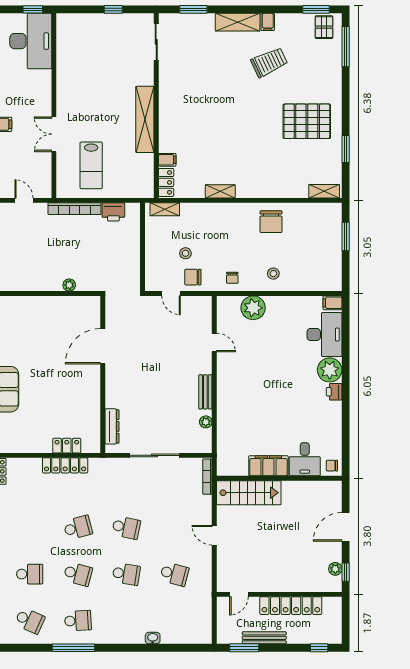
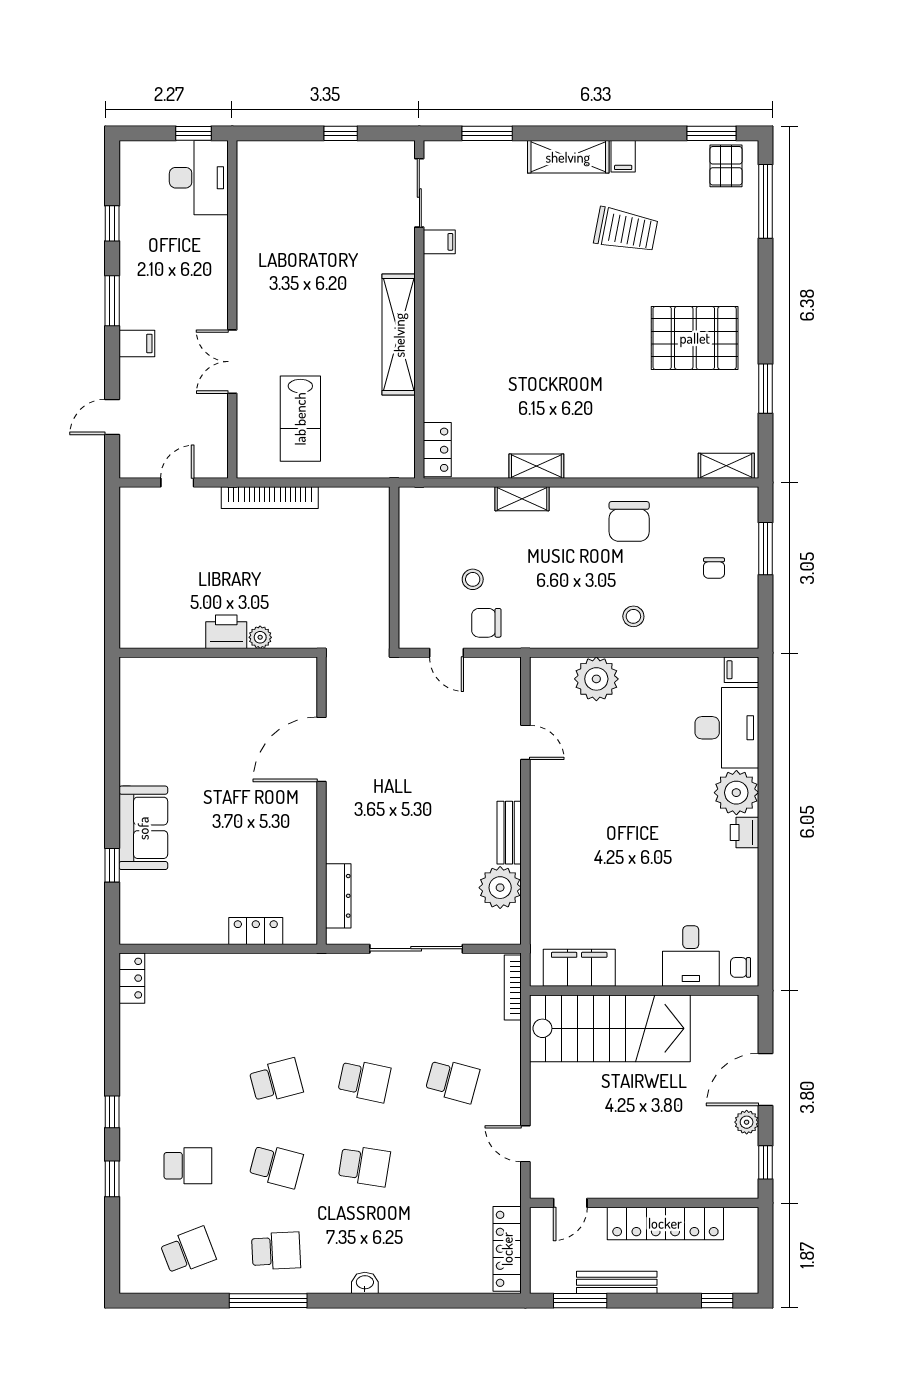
desk: (31, 41) -> (199, 178), width x0.73, depth x0.77
trolley: (269, 62) -> (626, 230), turned 36
filing cabinet: (167, 160) -> (439, 242), moved
door: (24, 200) -> (177, 482), hinge flipped
shelving: (165, 209) -> (522, 499), moved
printer: (113, 212) -> (226, 632), moved, turned 180
chair: (232, 278) -> (714, 568), moved
plant: (206, 422) -> (500, 888), width x1.87, depth x1.87
locker: (65, 465) -> (507, 1249), moved, turned 90
filing cabinet: (268, 466) -> (579, 968), moved
stairs: (249, 493) -> (610, 1028), width x1.36, depth x1.51
door: (214, 535) -> (525, 1144), moved
plant: (335, 569) -> (747, 1122), moved
school desk: (174, 574) -> (452, 1081), moved
school desk: (30, 621) -> (188, 1251), turned -45
washbasin: (153, 638) -> (365, 1283), moved

